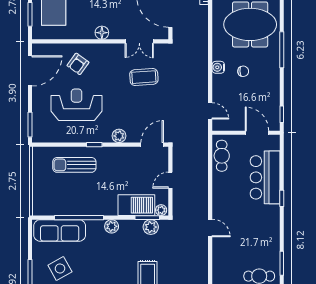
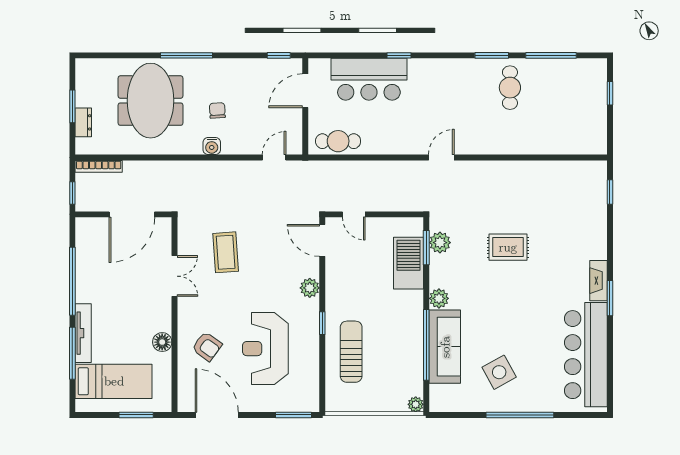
floor lamp: (102, 33) -> (162, 342), moved
double door: (139, 41) -> (175, 276), moved
sun lounger: (74, 165) -> (351, 352), turned 180
door: (170, 180) -> (354, 214), moved
plant: (161, 210) -> (416, 404), moved
sofa: (60, 230) -> (445, 347), moved

